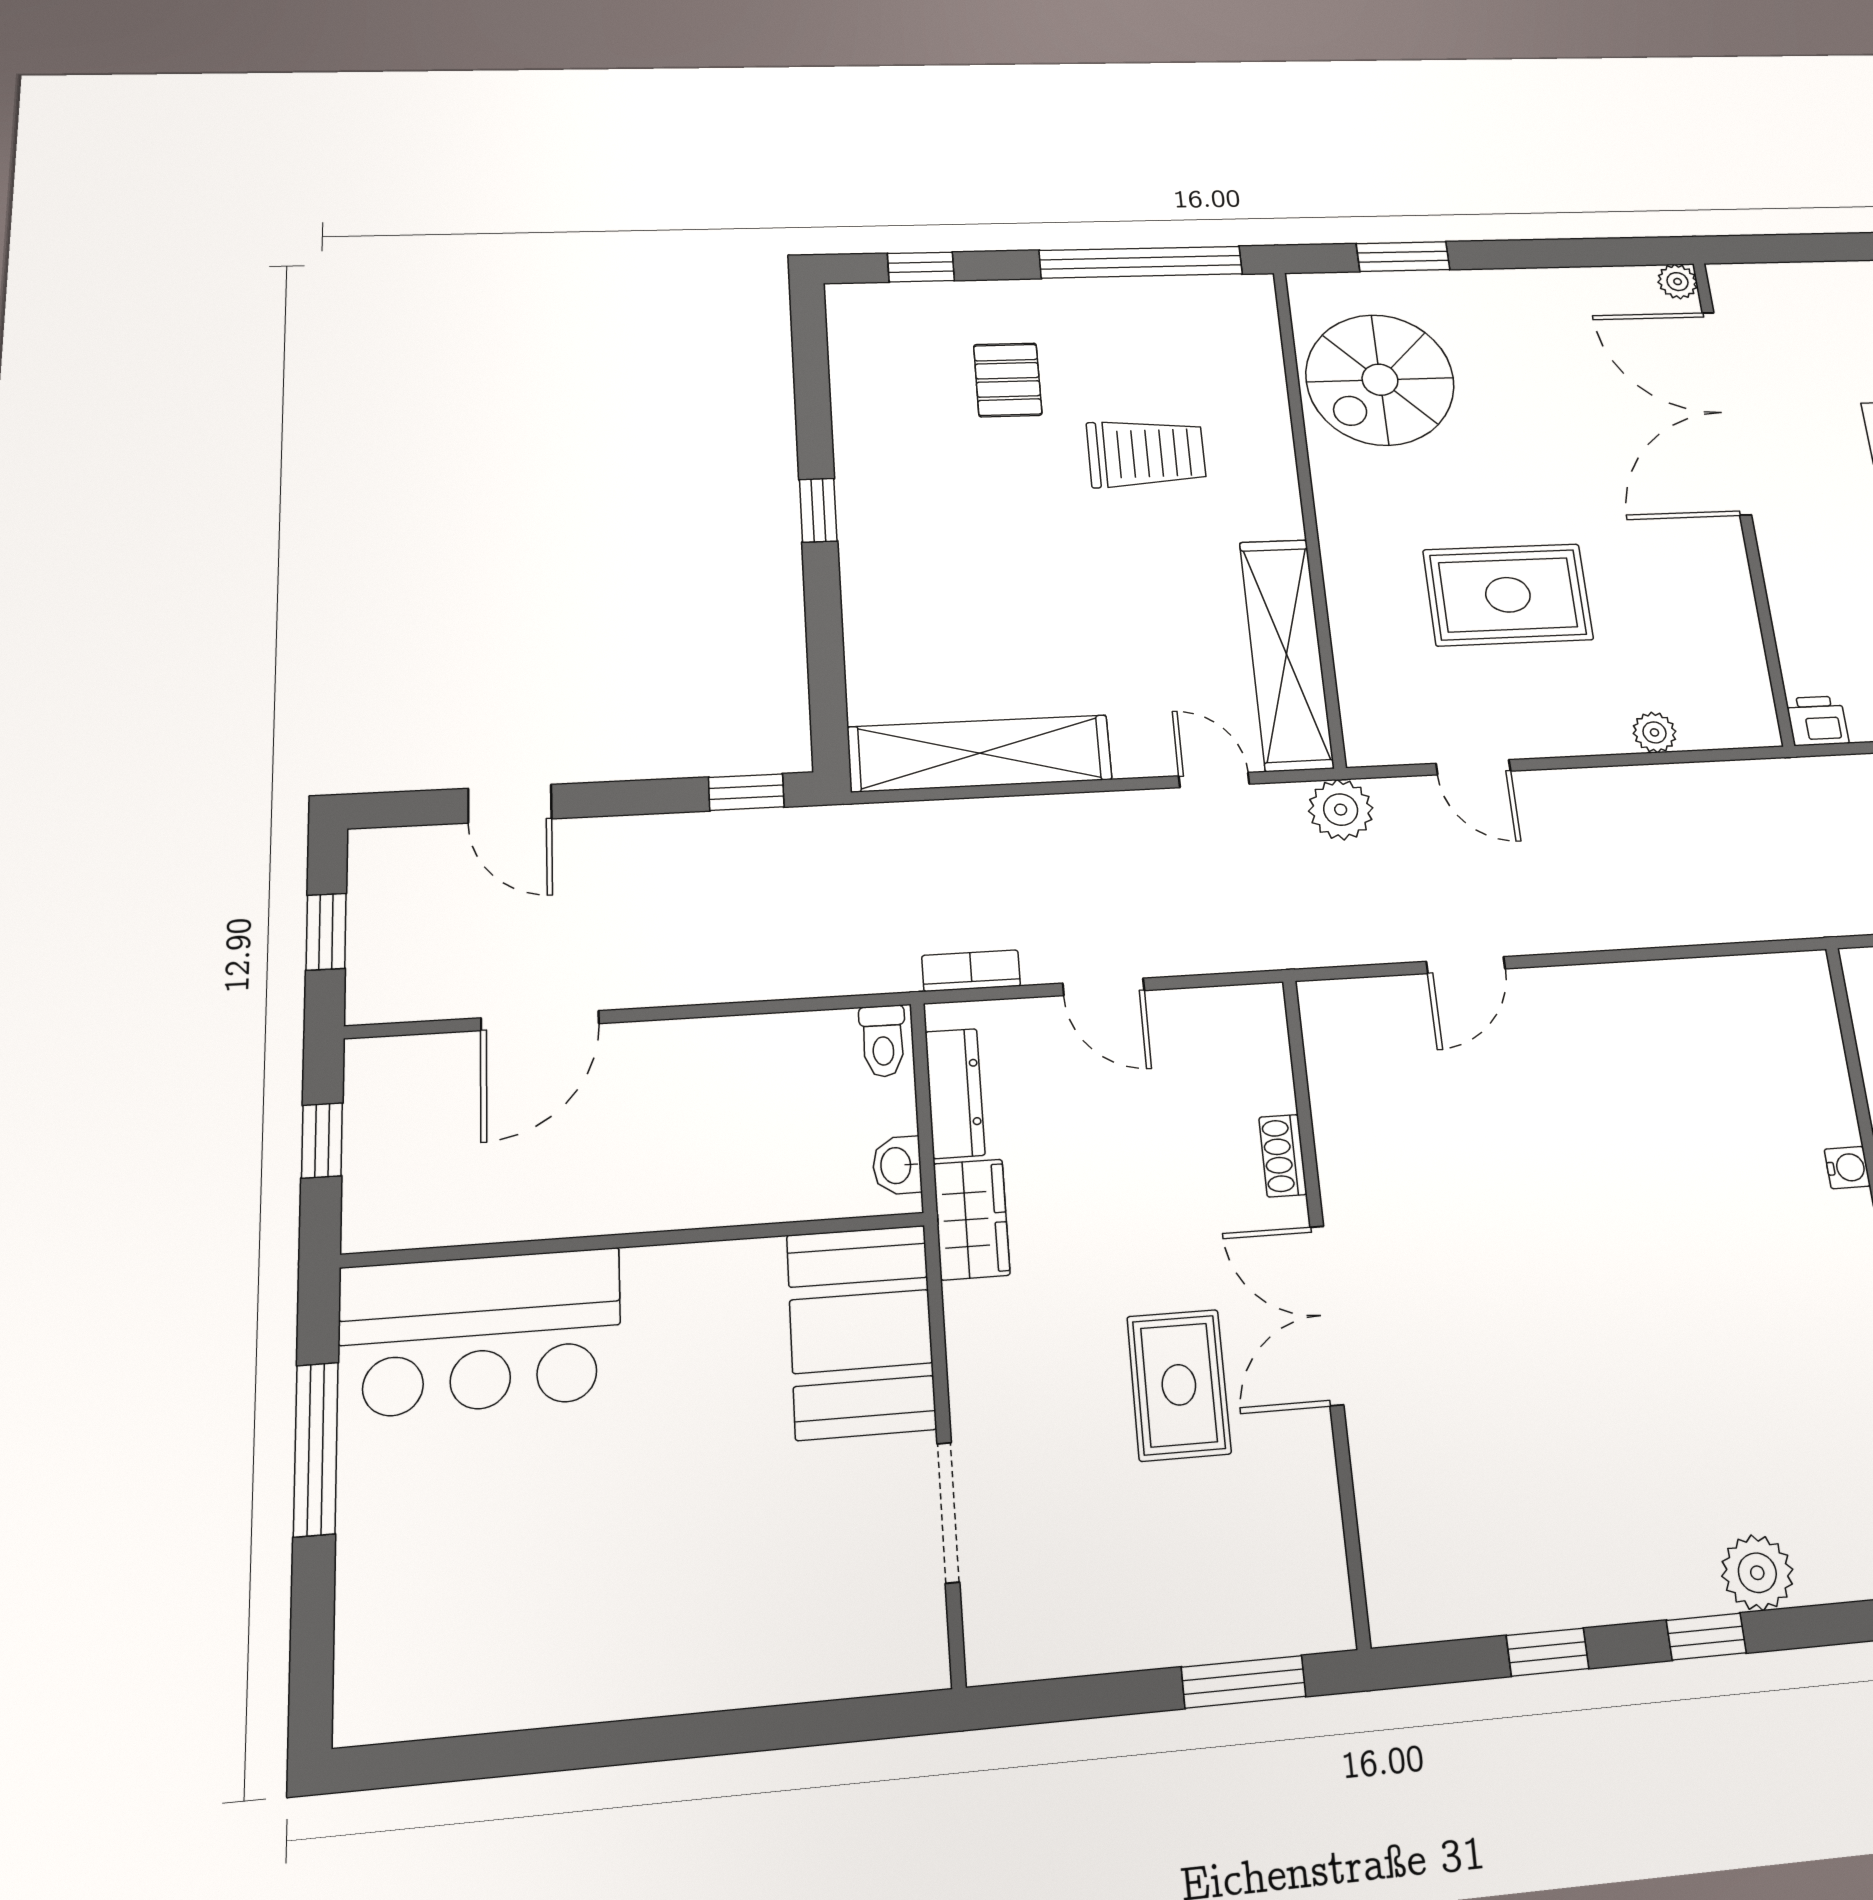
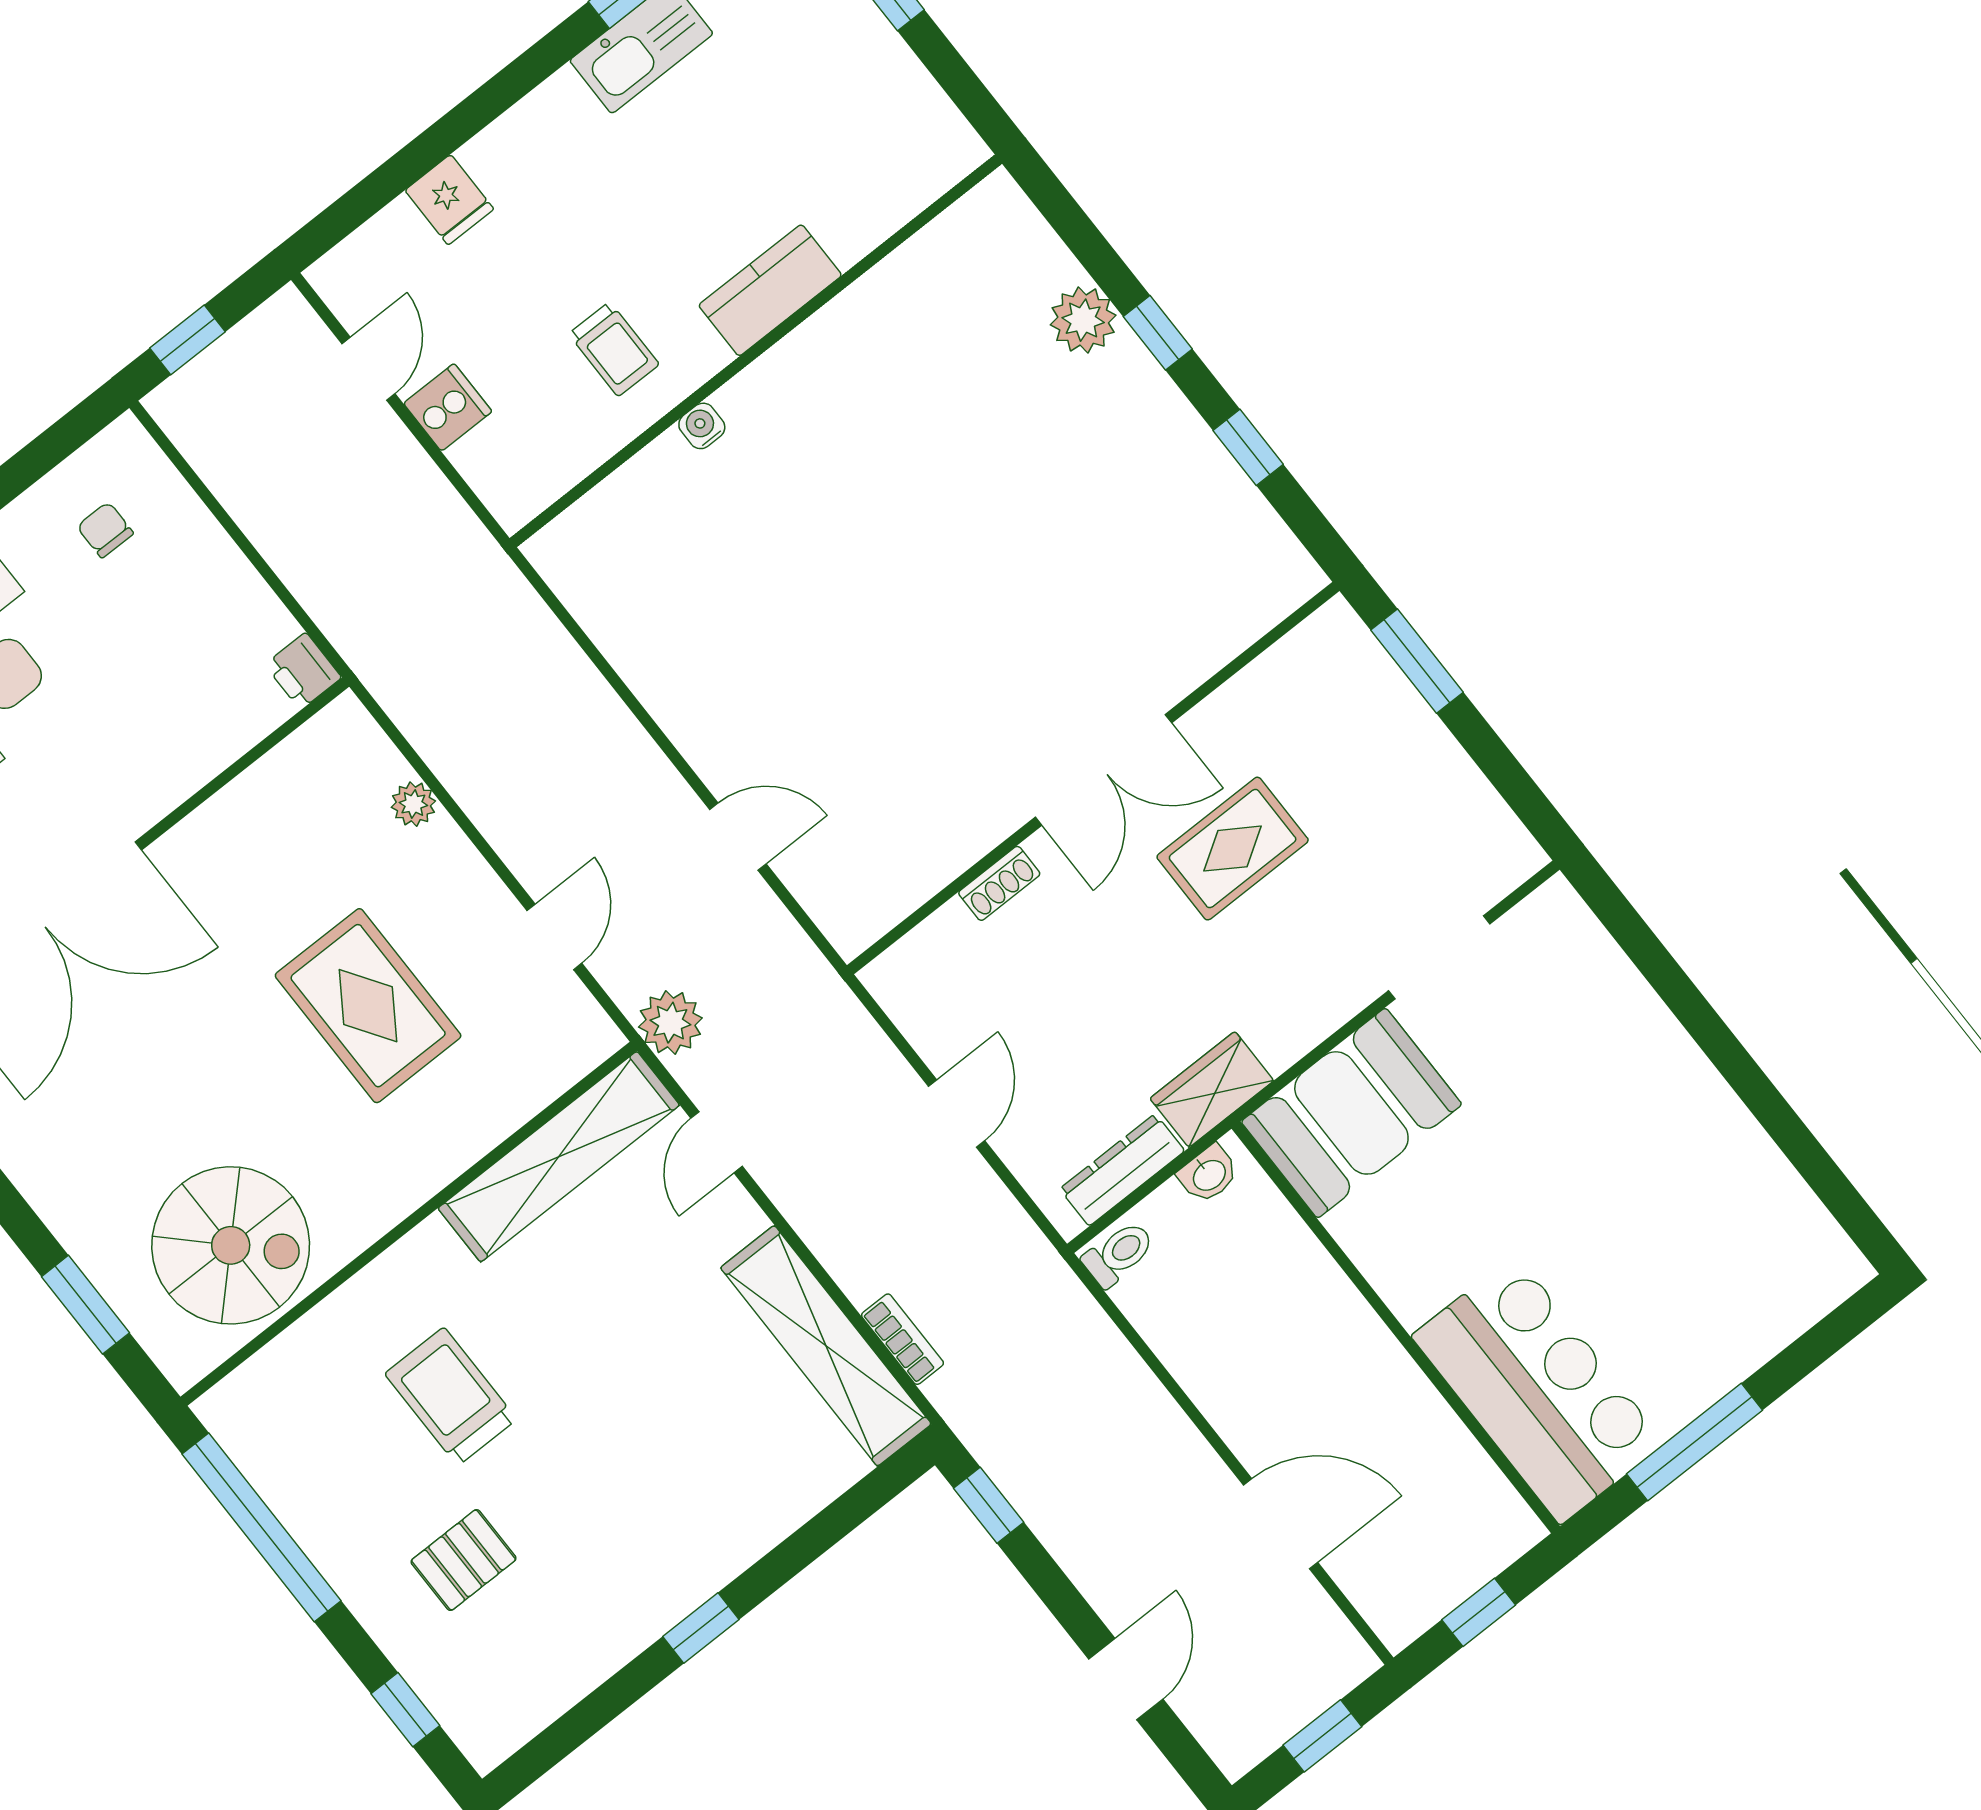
bookcase: (971, 971) -> (902, 1339), moved, turned 180

